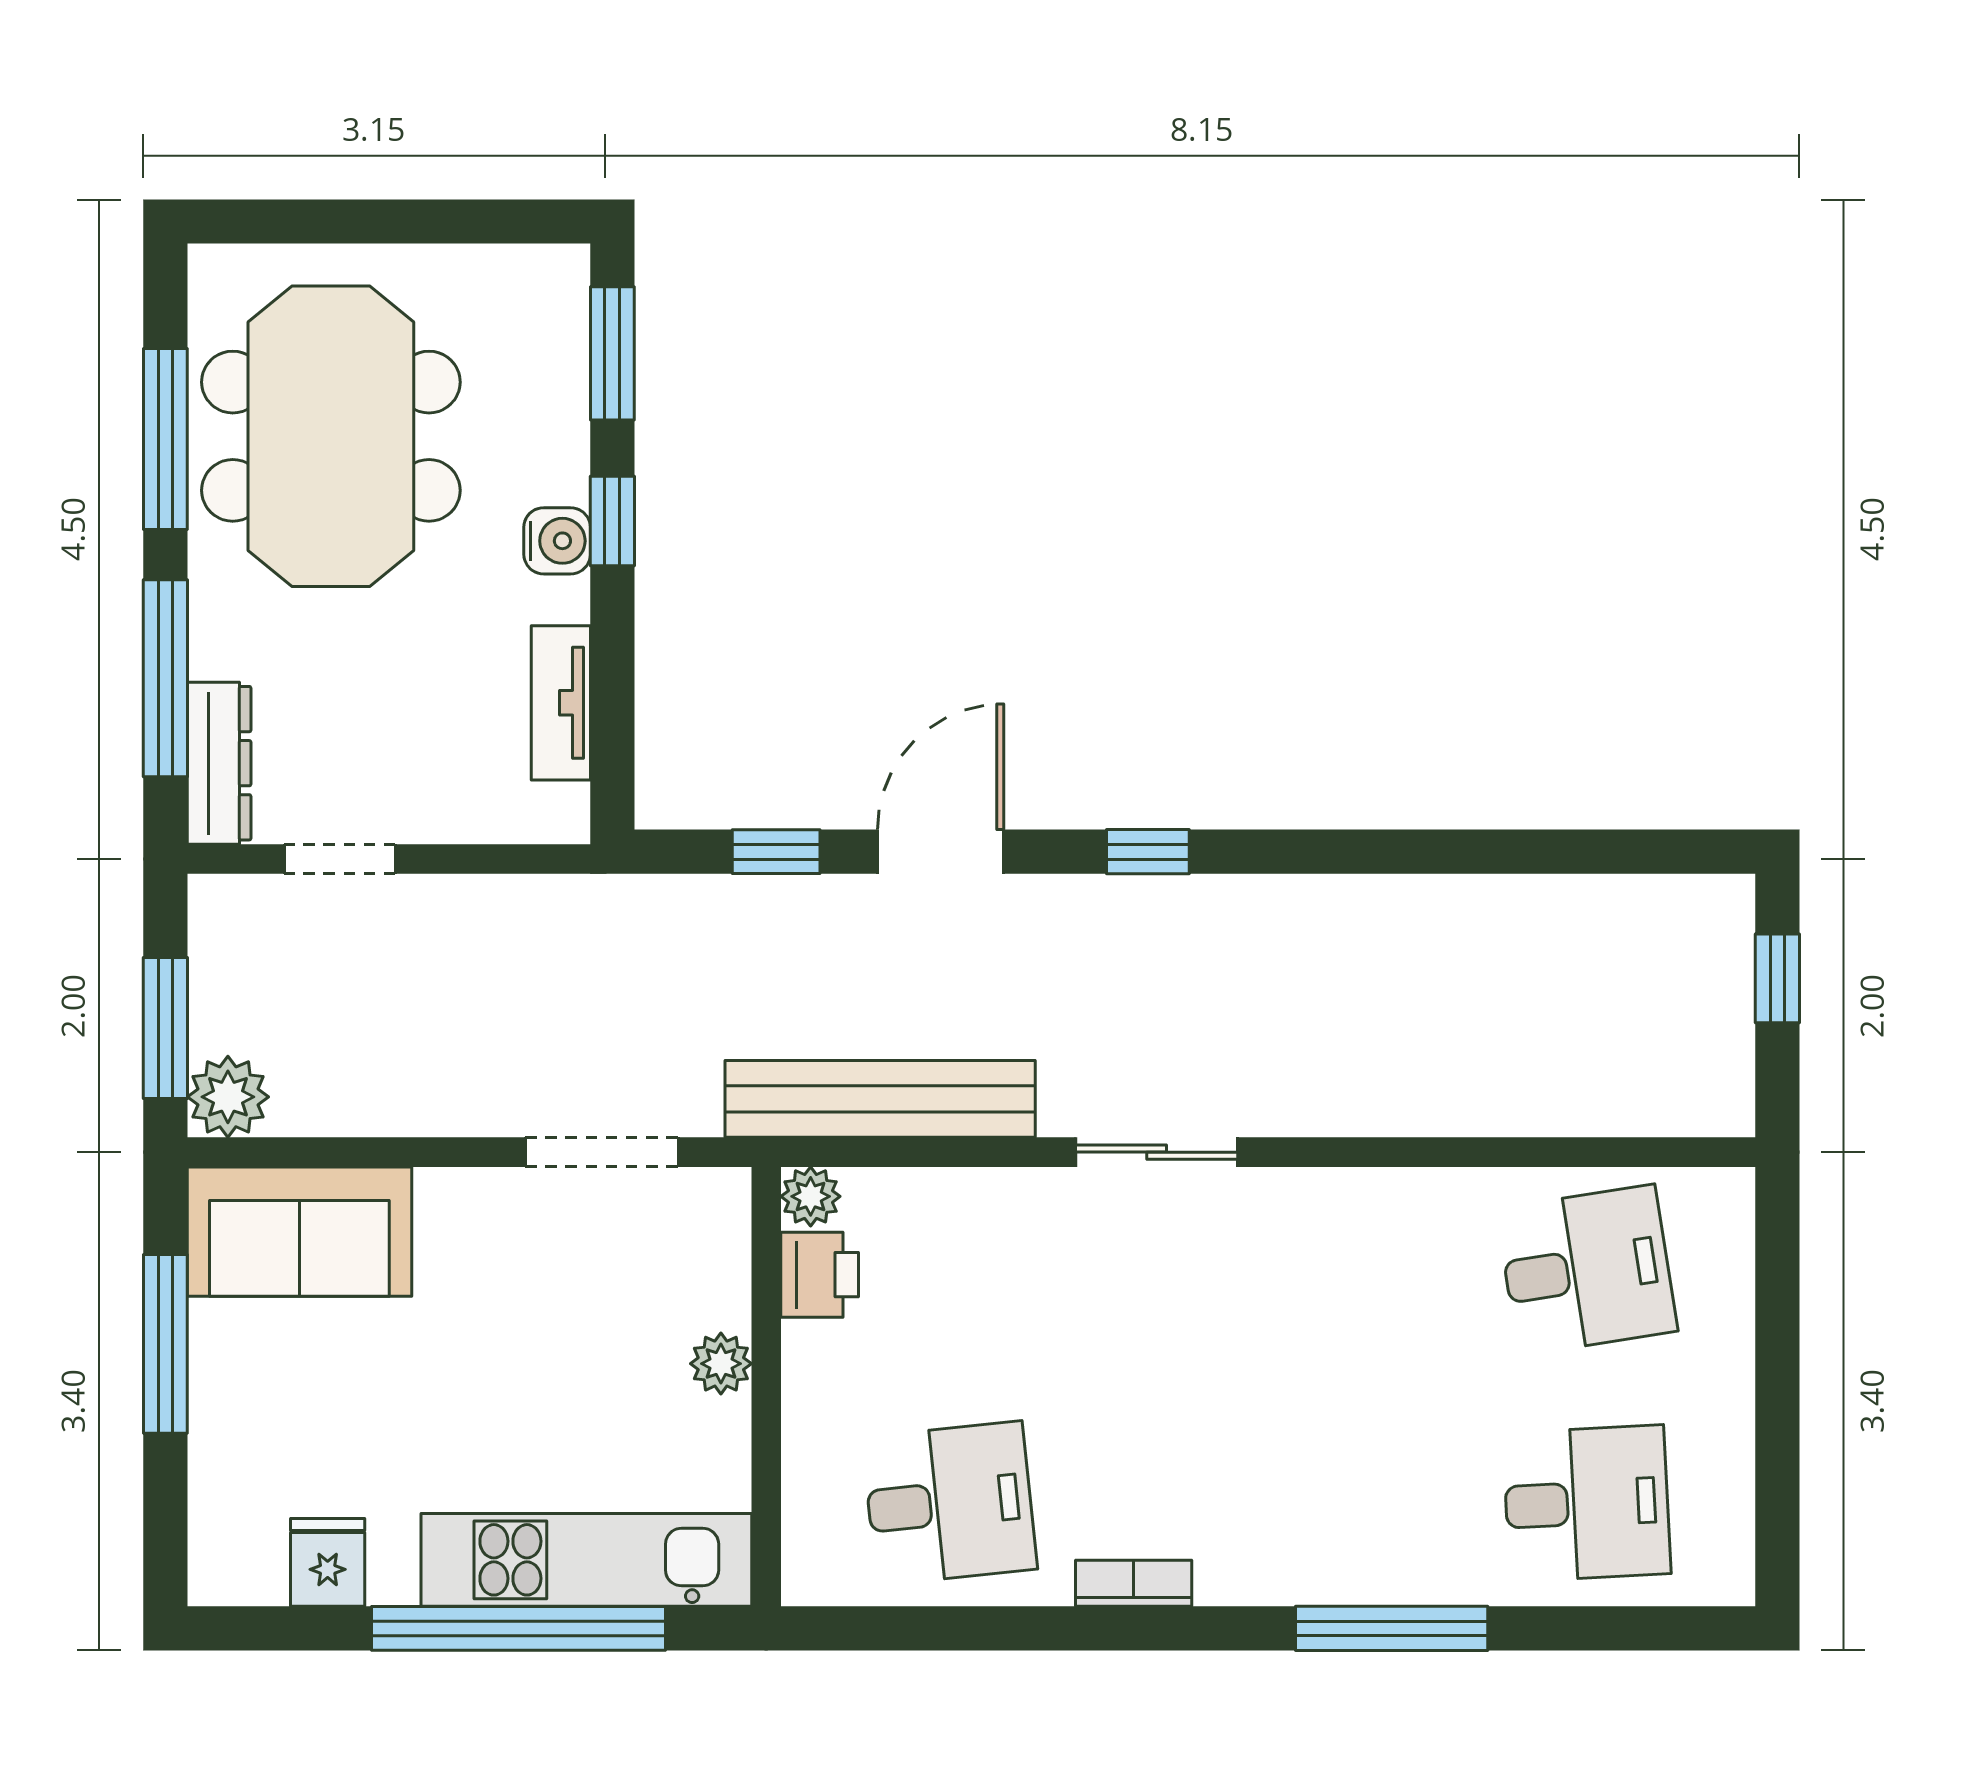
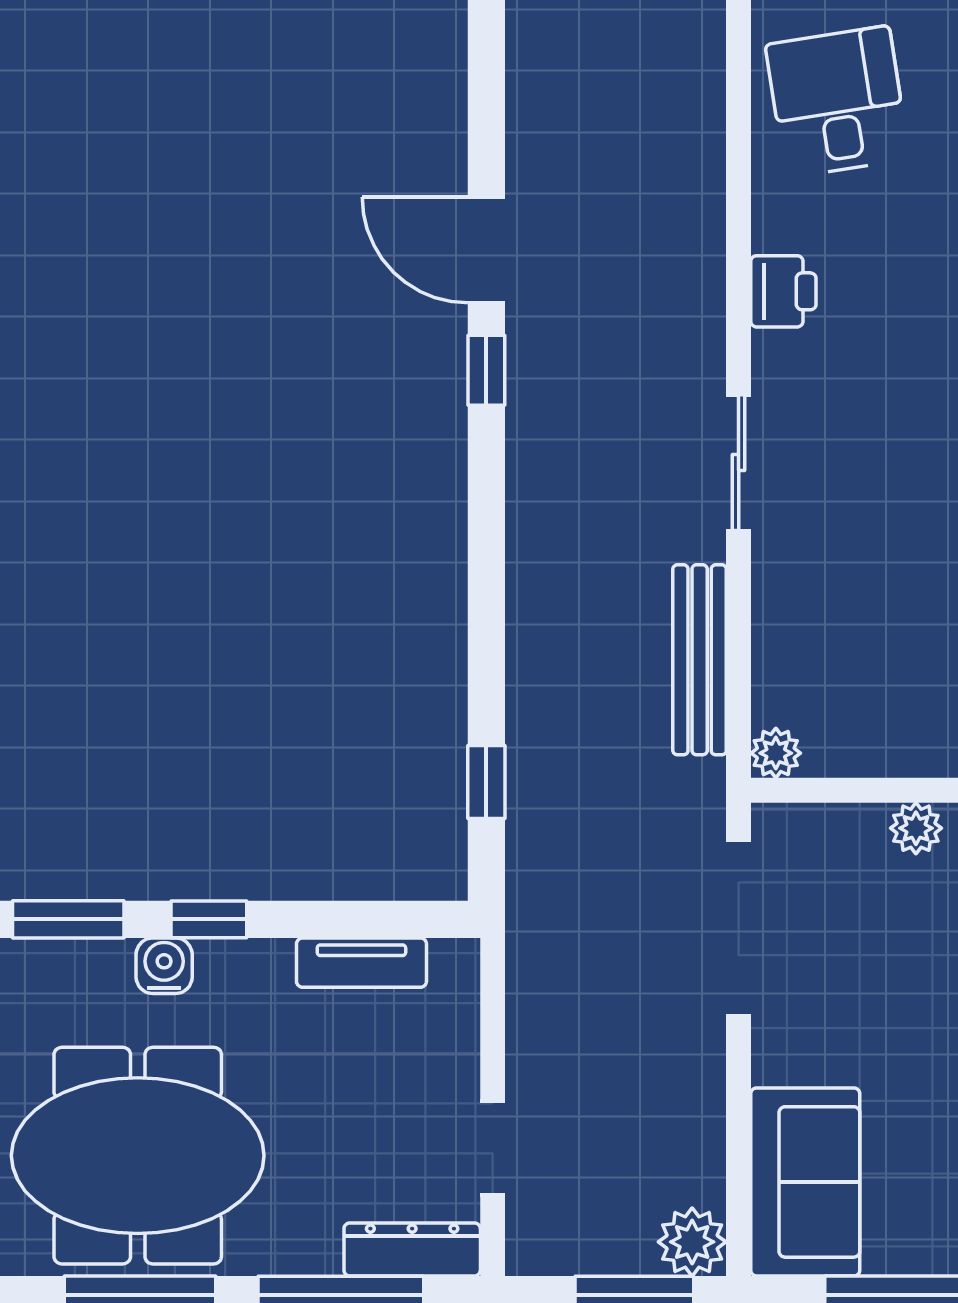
water cooler: (557, 541) -> (164, 966), moved
door: (941, 852) -> (486, 250), moved
window: (1148, 852) -> (486, 370), moved
bench: (880, 1099) -> (700, 660), width x0.73, depth x0.82
doorway: (602, 1152) -> (739, 928), width x1.36
printer: (820, 1275) -> (783, 291), moved, turned 90

